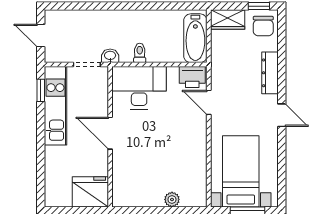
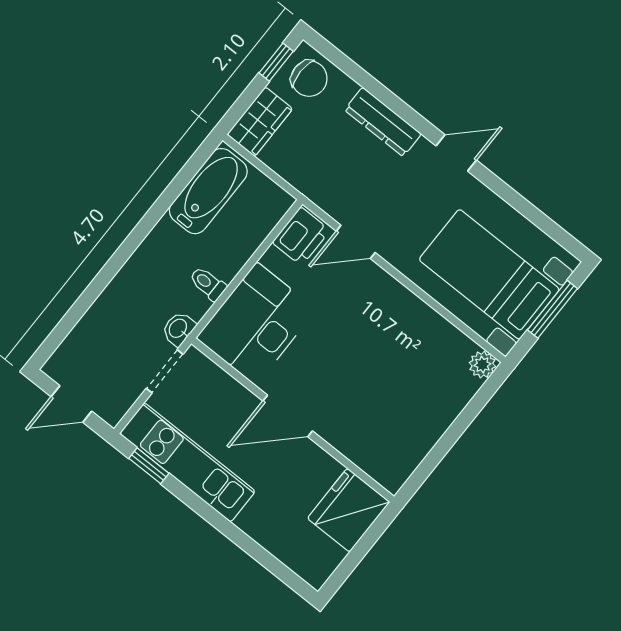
bathtub: (195, 38) -> (208, 191), moved, turned -90
plant: (172, 199) -> (482, 365), moved

